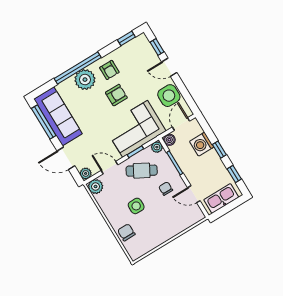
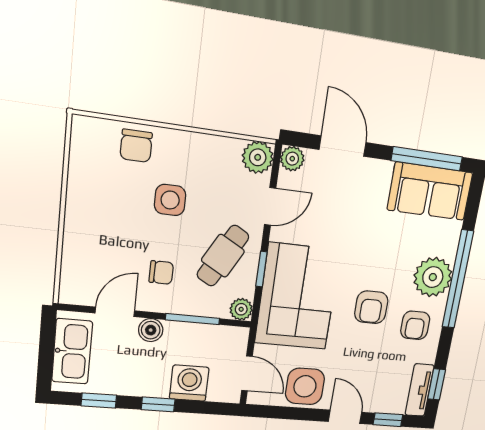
tv unit: (134, 44) -> (419, 390), added
door: (169, 67) -> (345, 417), hinge flipped
armchair: (109, 70) -> (415, 325), turned -90
sofa: (58, 116) -> (430, 191), width x0.73
boiler: (169, 140) -> (151, 330), moved
door: (66, 158) -> (343, 146), hinge flipped
chair: (126, 232) -> (136, 146), turned 90

